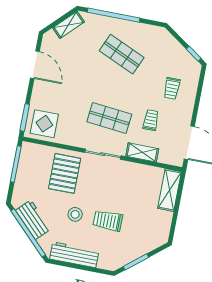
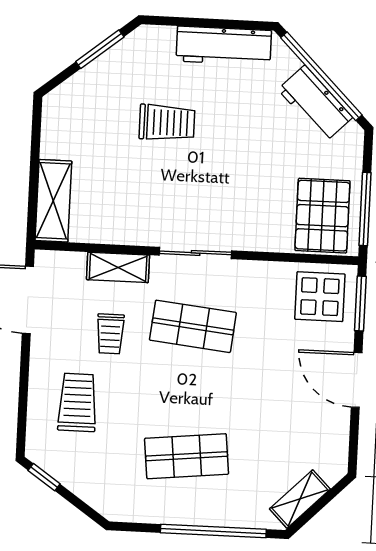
shop shelf: (122, 54) -> (187, 456), turned -30
door: (35, 65) -> (357, 380), moved
trolley: (172, 88) -> (77, 402), width x1.36, depth x1.39
pallet: (65, 173) -> (322, 216), moved
stool: (75, 214) -> (233, 126), removed

